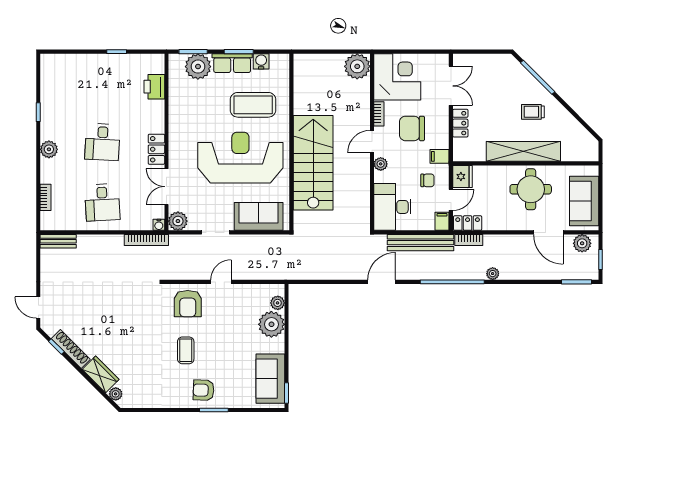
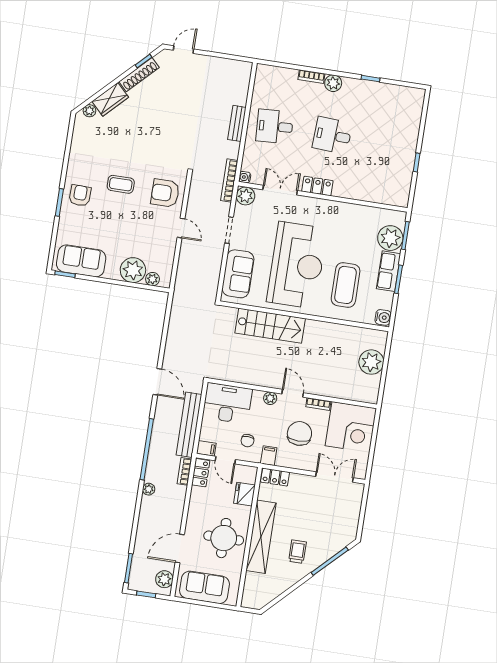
water cooler: (261, 61) -> (383, 317), moved
plant: (357, 66) -> (371, 362), moved
double door: (451, 86) -> (334, 477), swing flipped
printer: (154, 87) -> (378, 193), removed
locker: (460, 123) -> (275, 477), moved
stairs: (313, 163) -> (270, 326), width x0.73, depth x0.66
fridge: (462, 177) -> (244, 494), moved, turned 90
bookcase: (46, 197) -> (311, 77), moved
bookcase: (146, 240) -> (229, 181), moved
bench: (58, 241) -> (237, 123), moved

